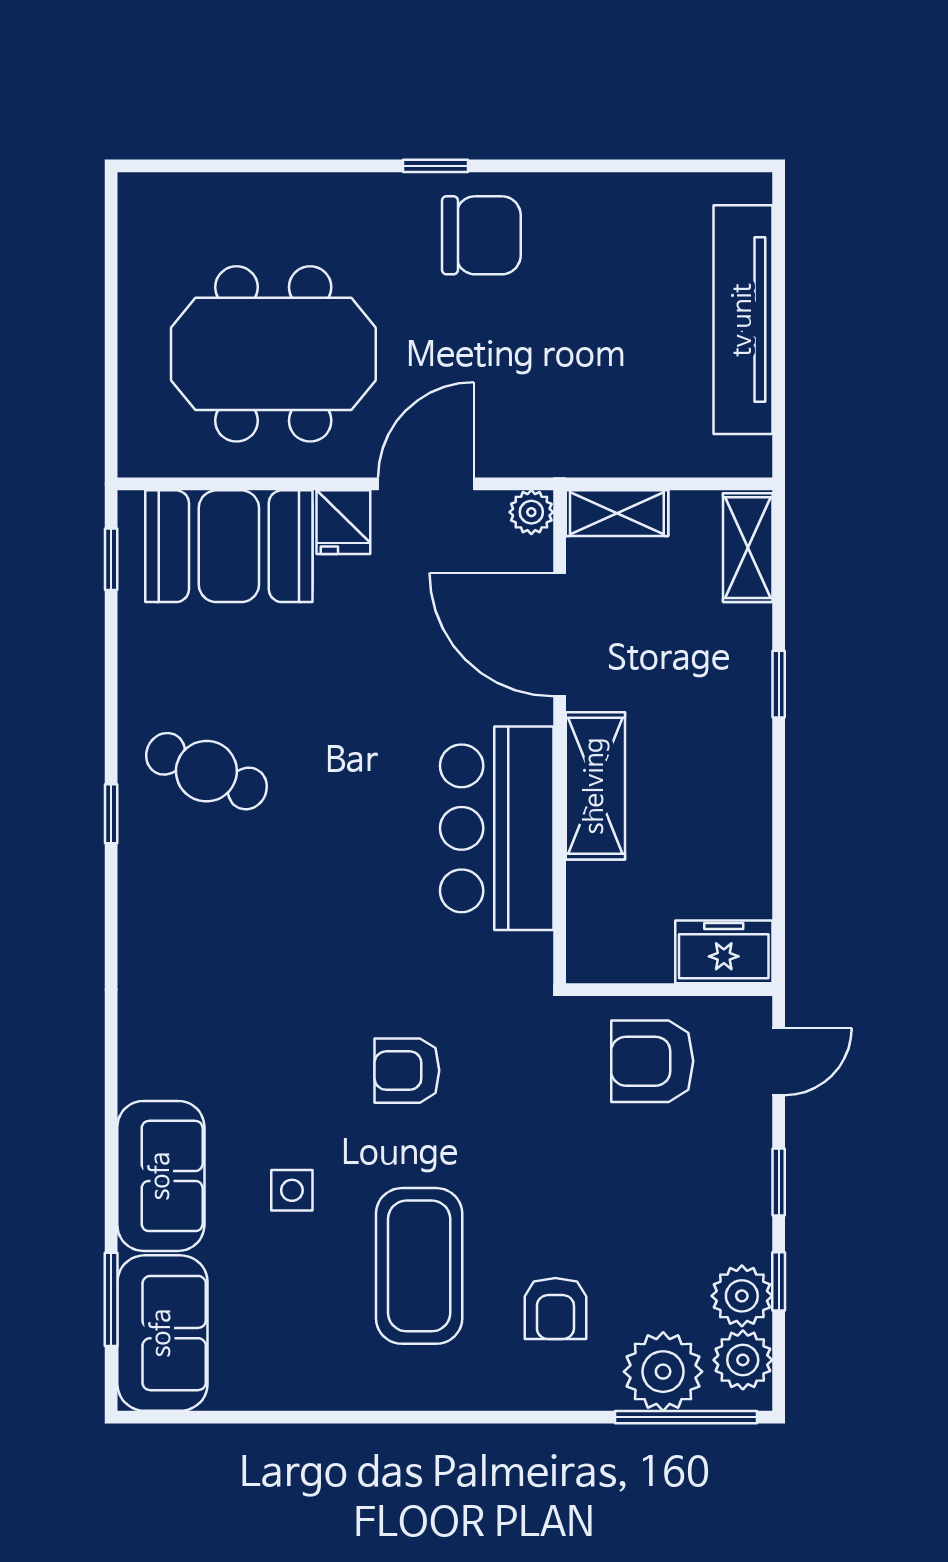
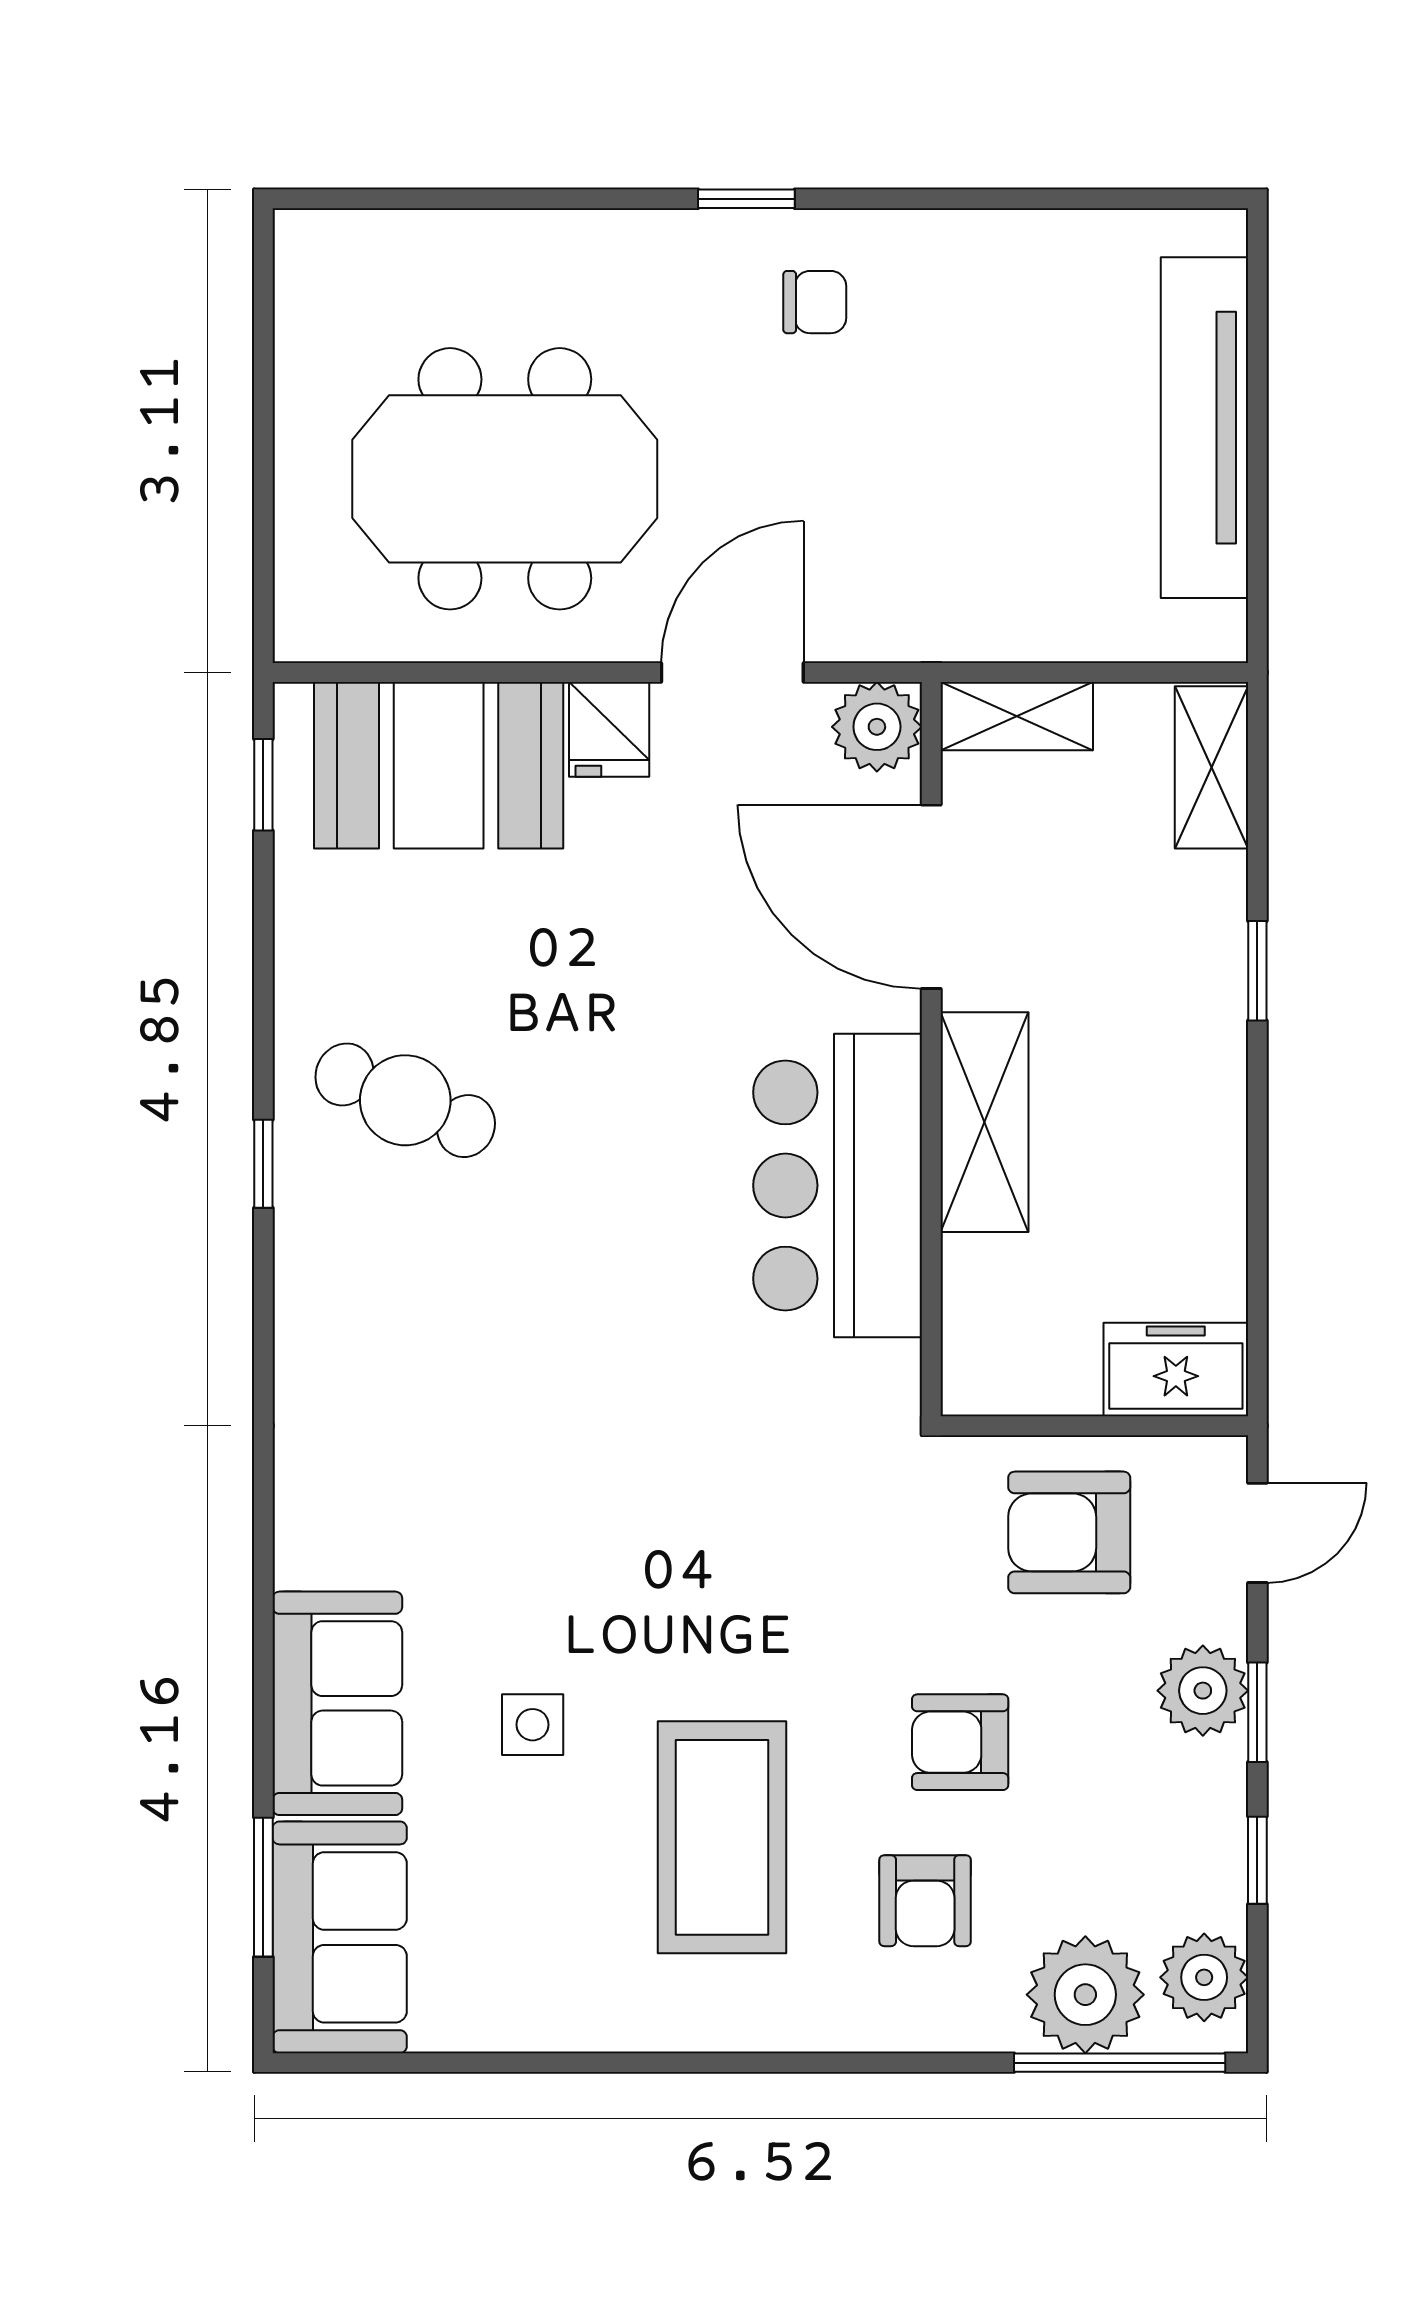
chair: (481, 235) -> (815, 302), width x0.54, depth x0.54
plant: (531, 512) -> (877, 727), width x1.38, depth x1.38
armchair: (407, 1071) -> (960, 1742), moved
plant: (742, 1296) -> (1203, 1691), moved

